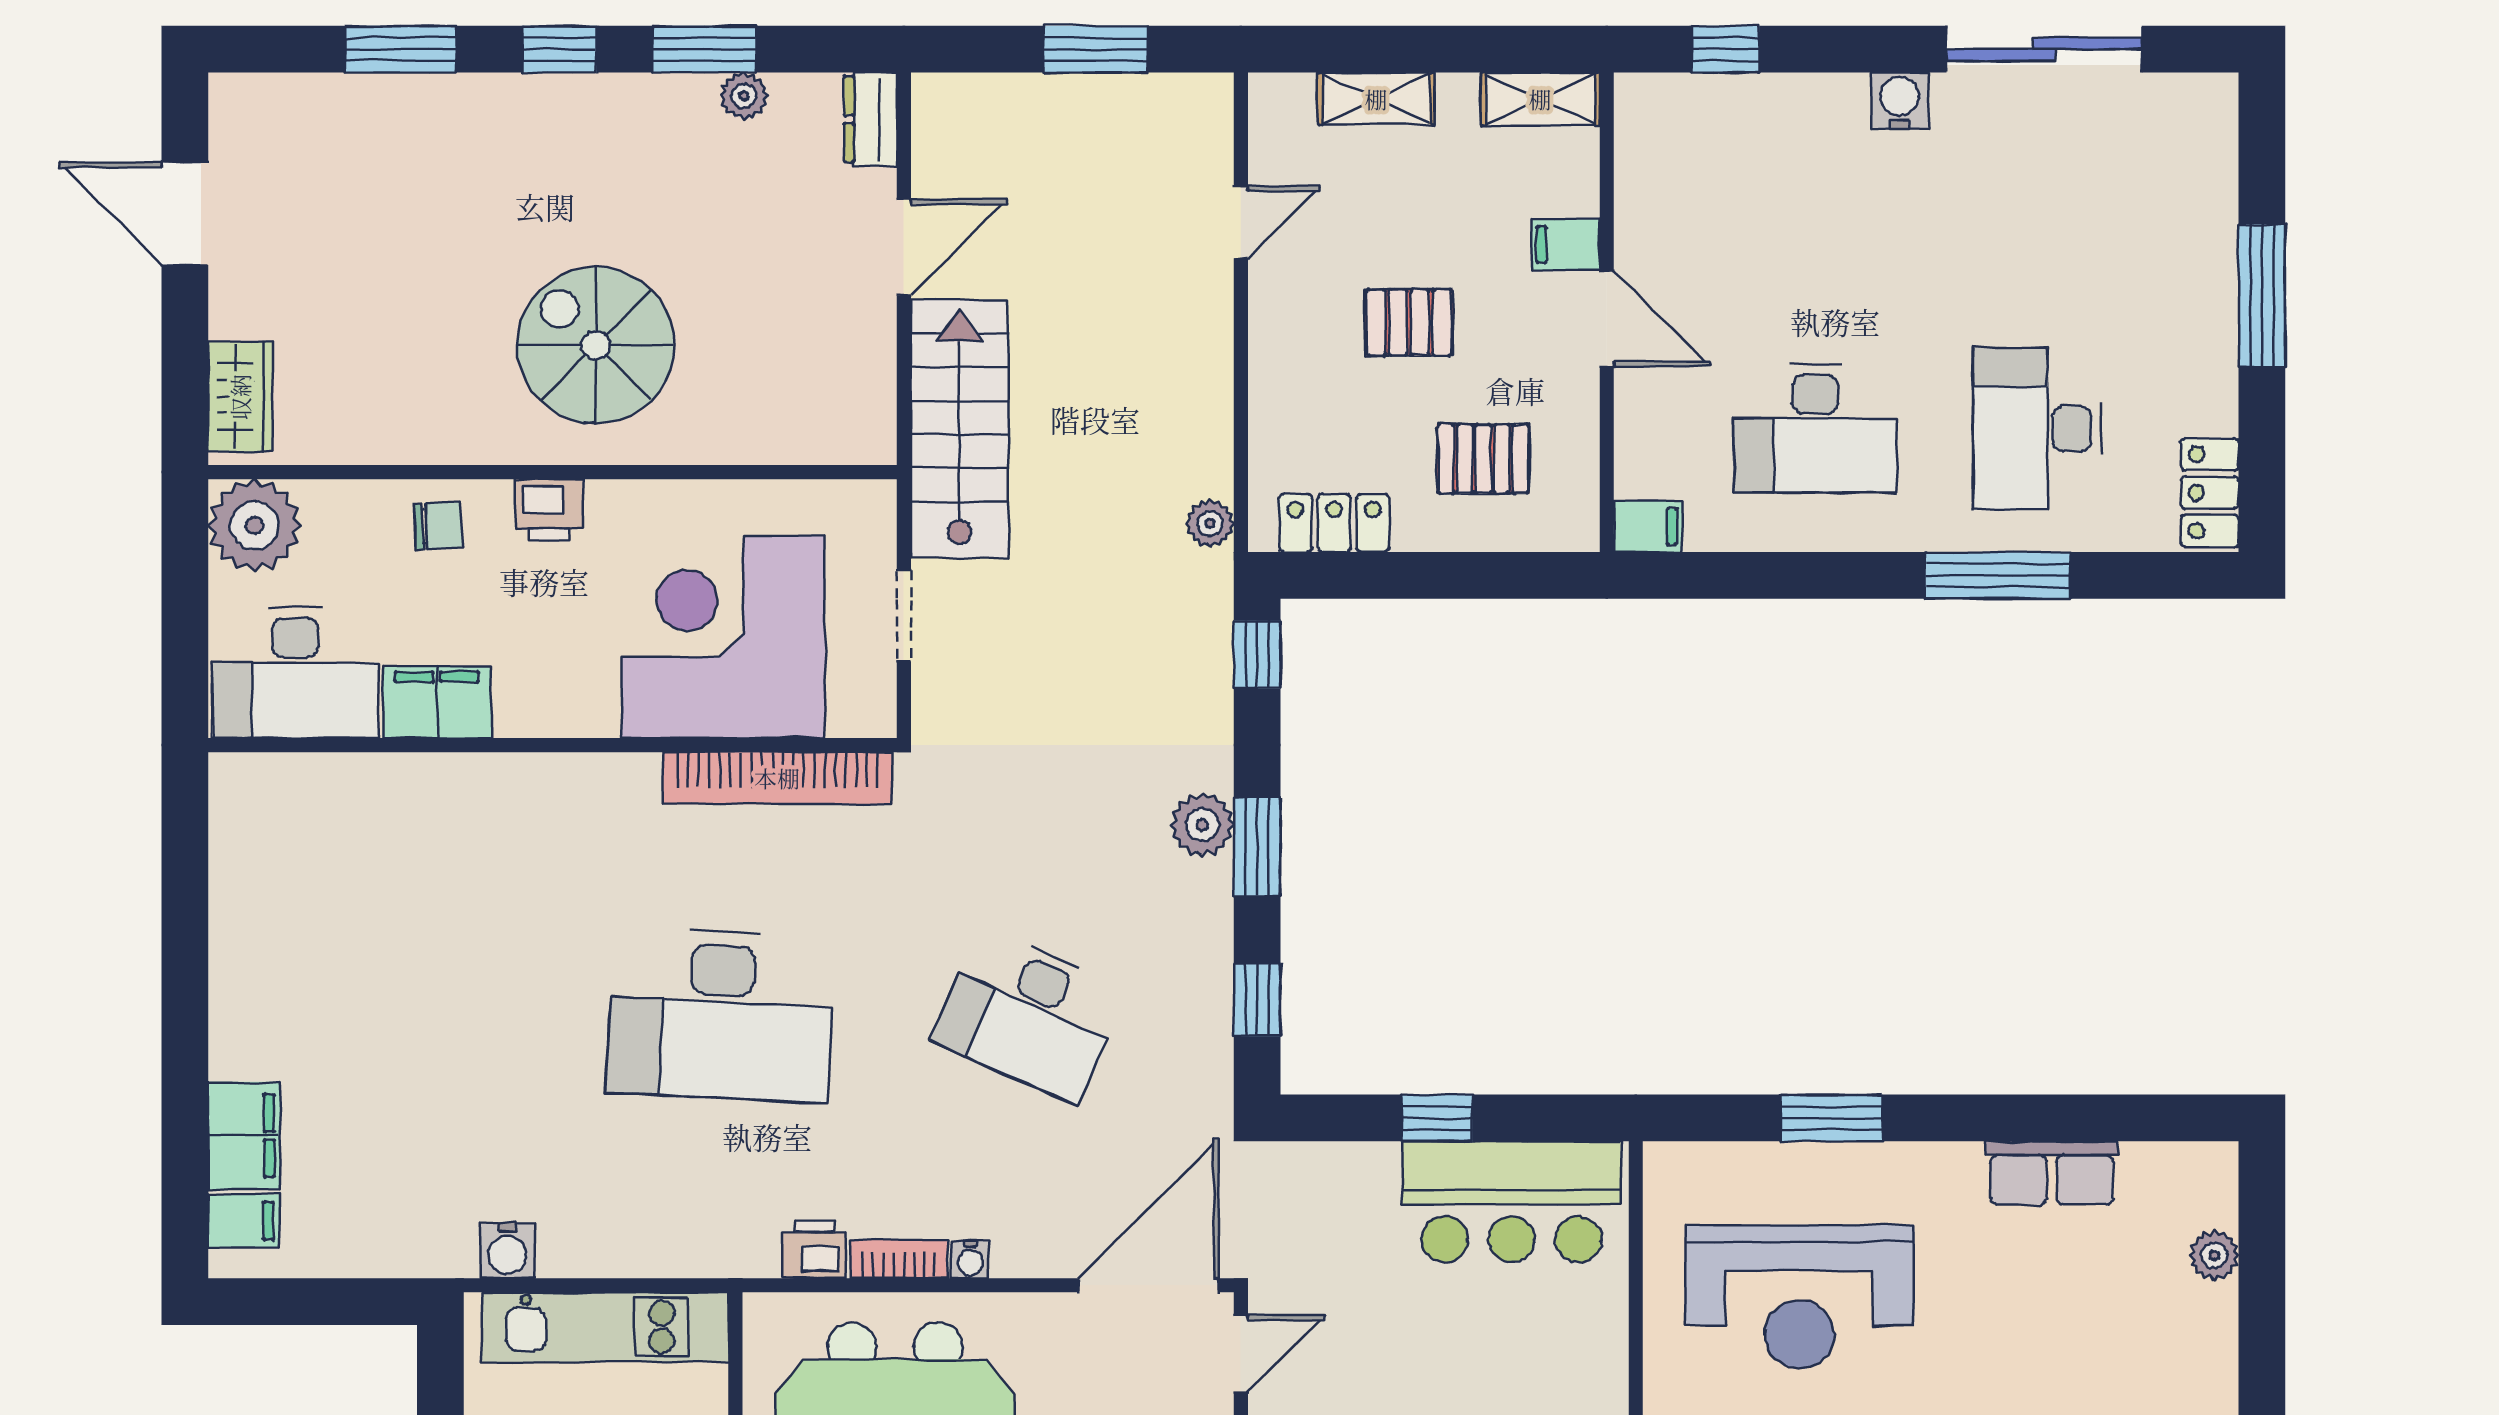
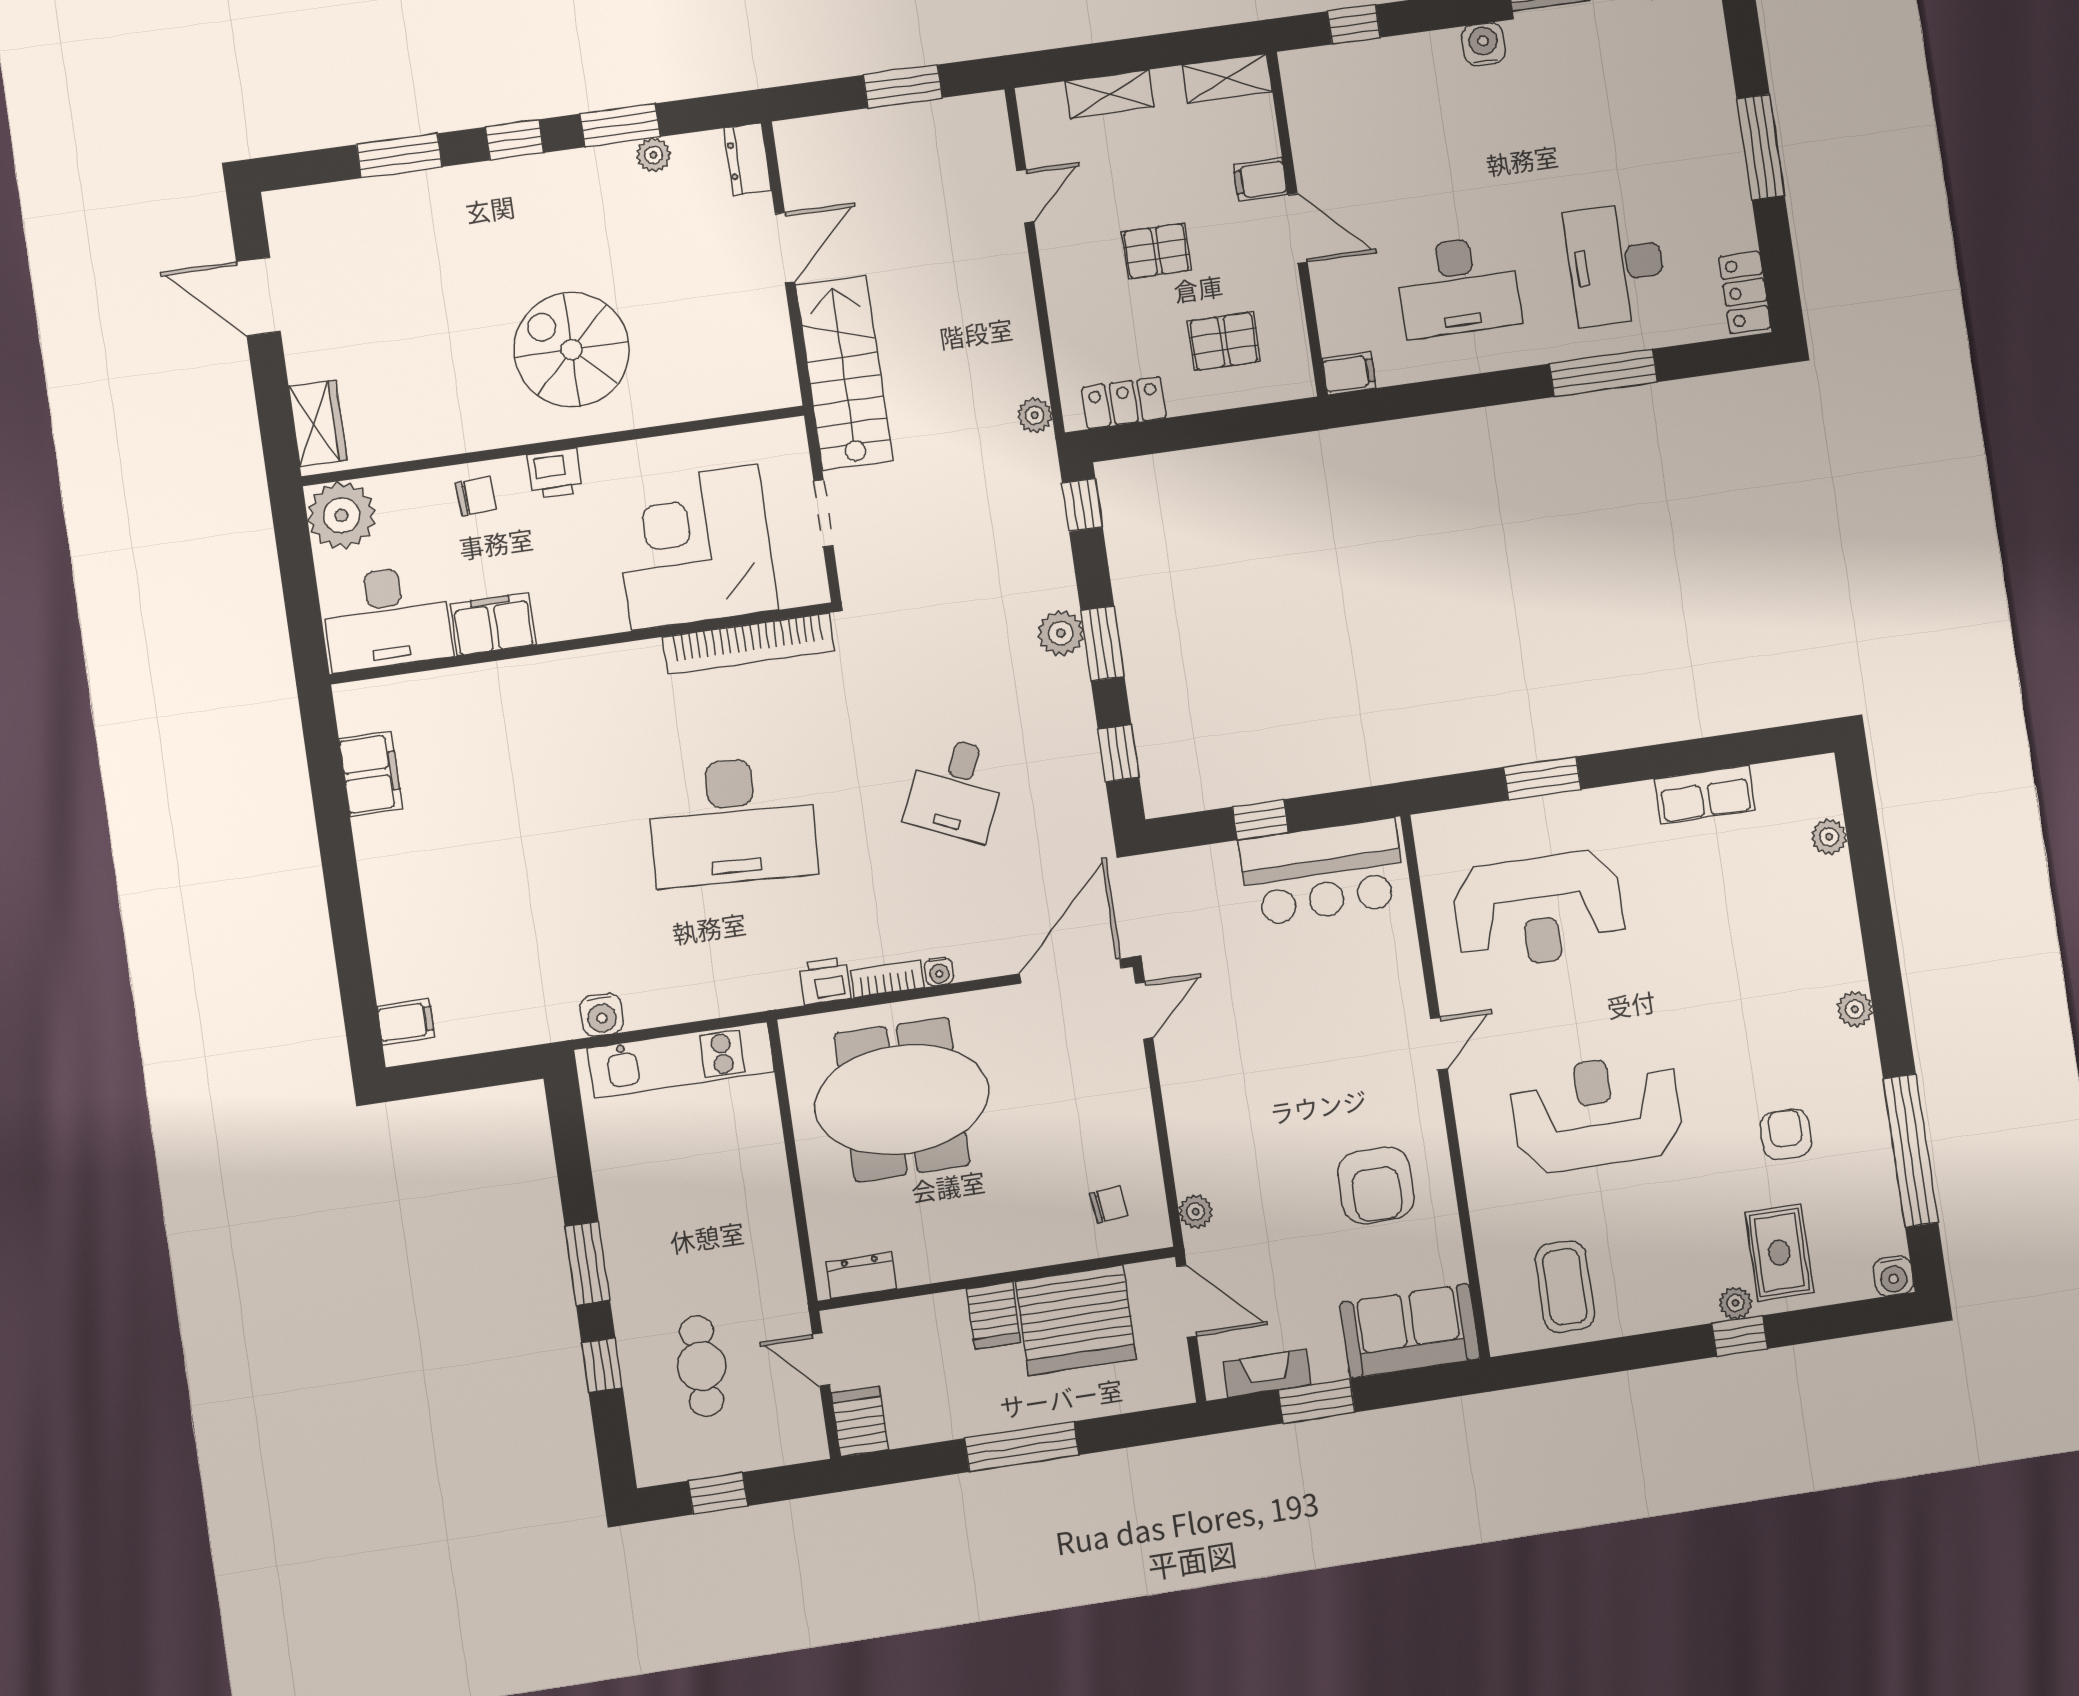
desk: (1029, 1015) -> (956, 789), width x0.73
filing cabinet: (244, 1136) -> (371, 774), moved

